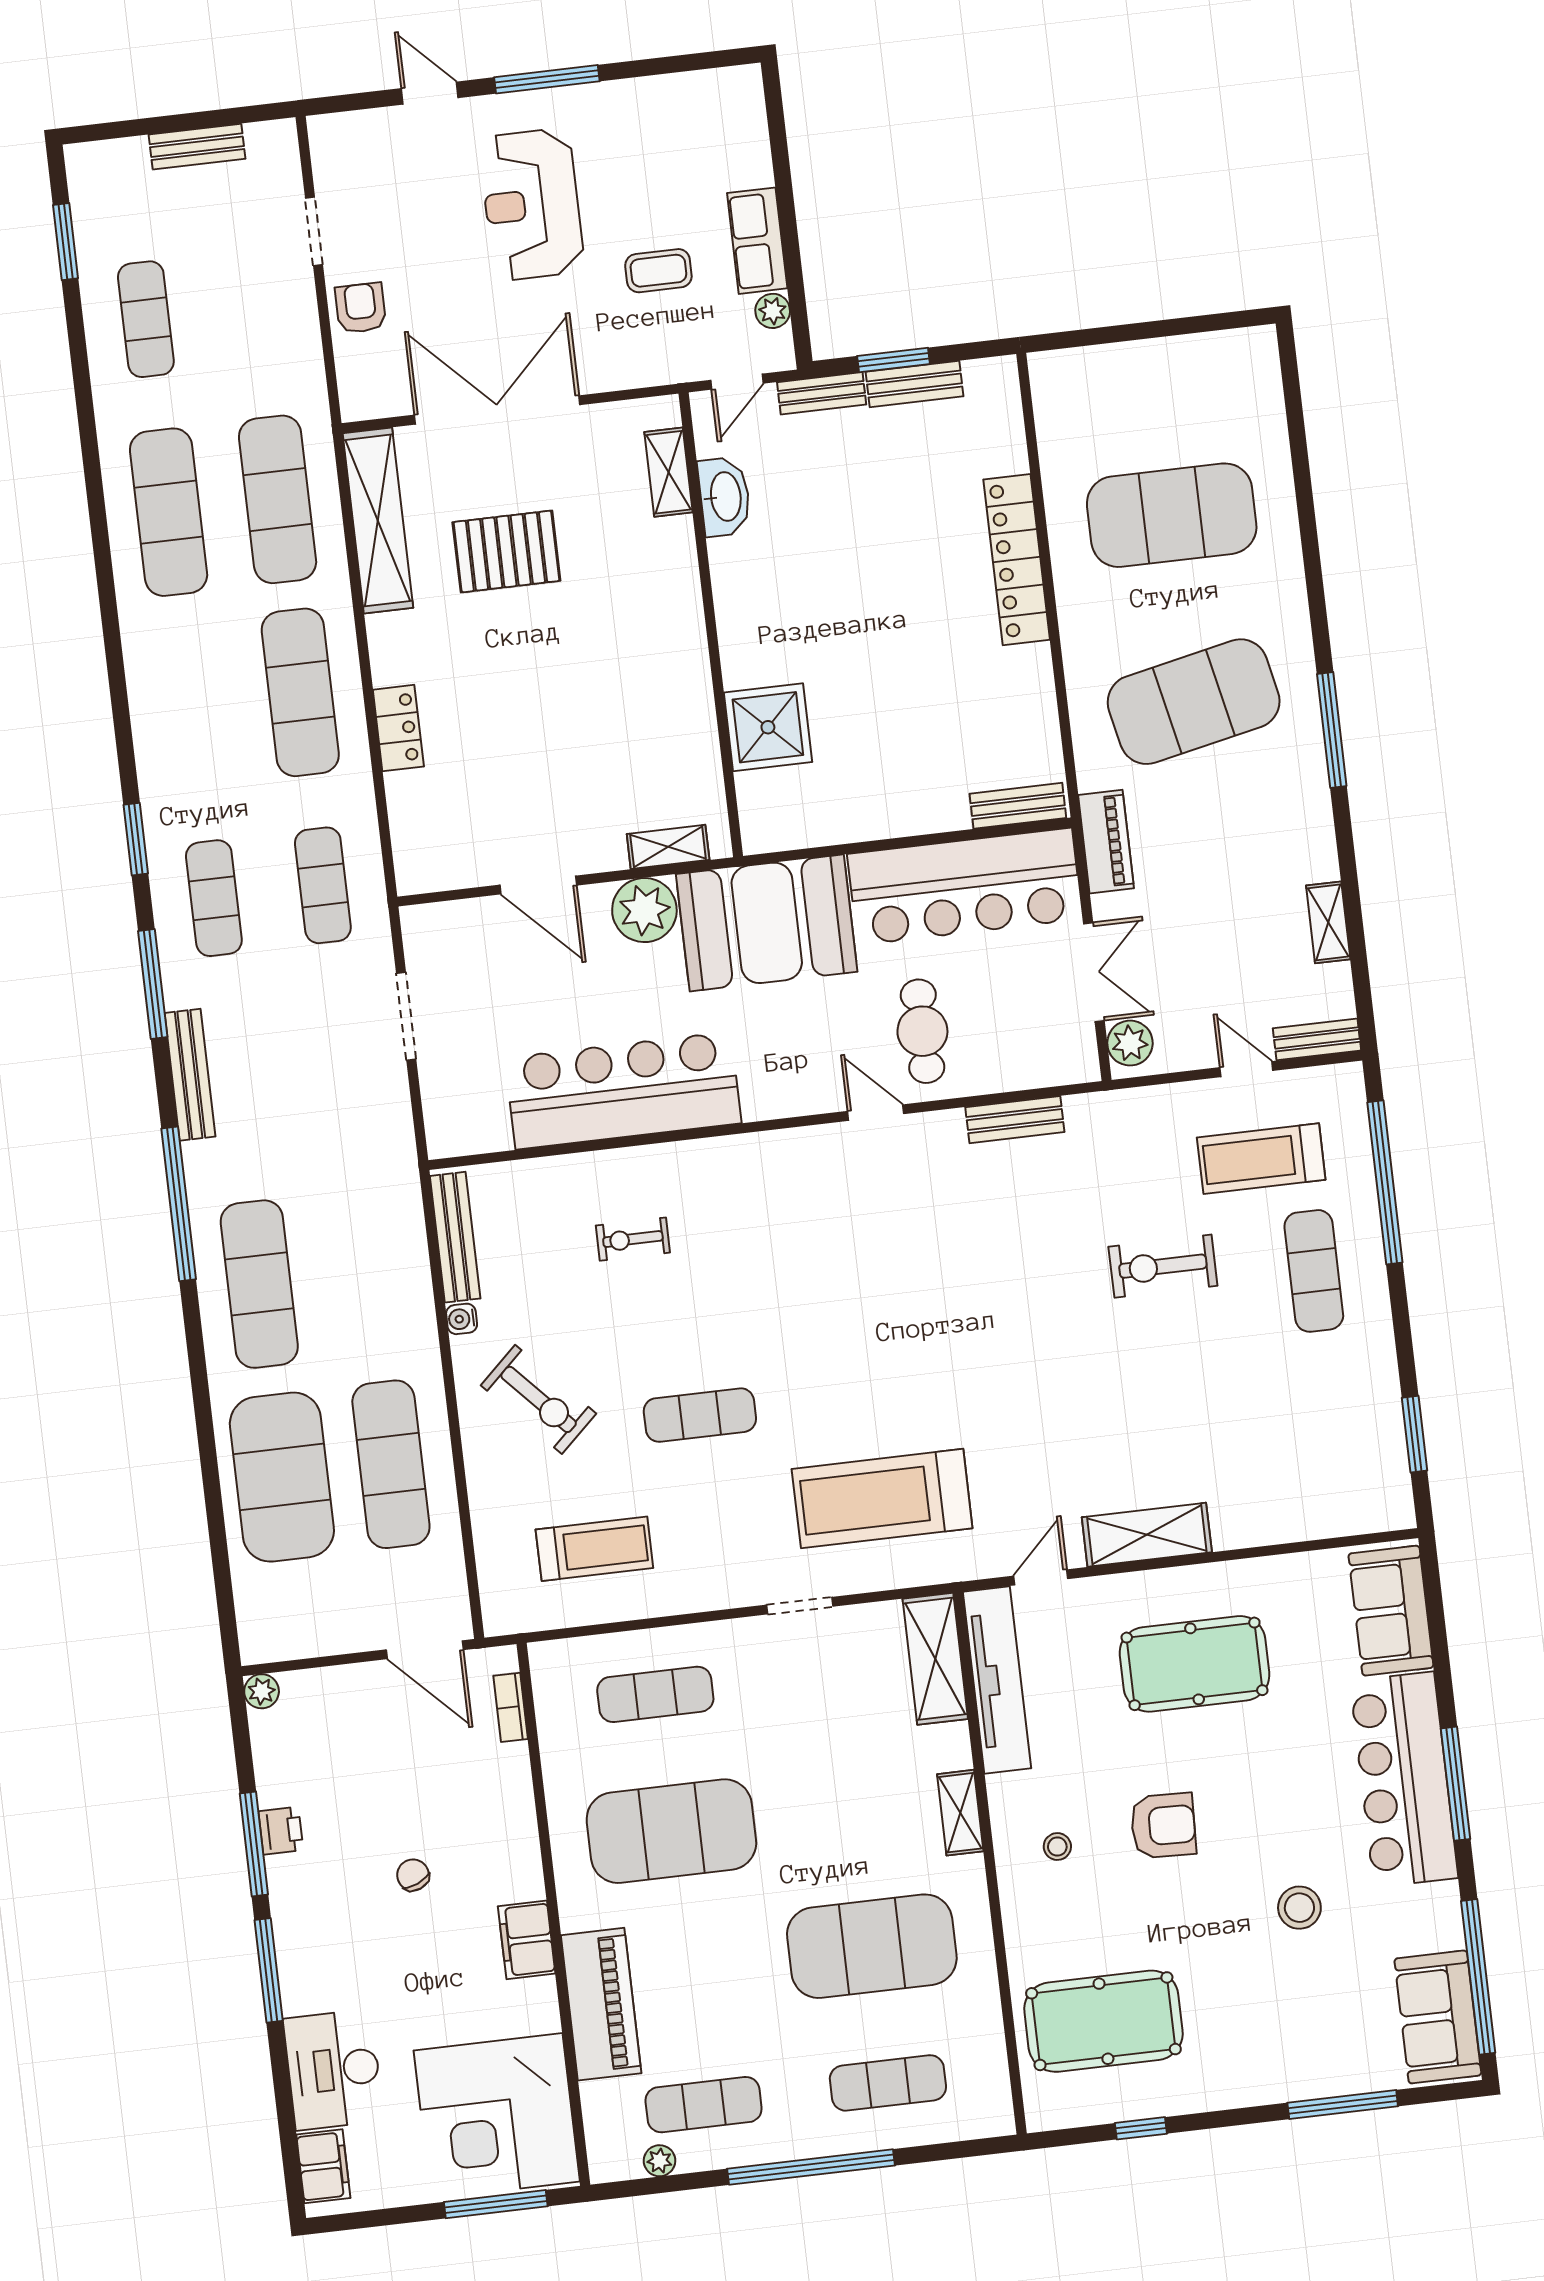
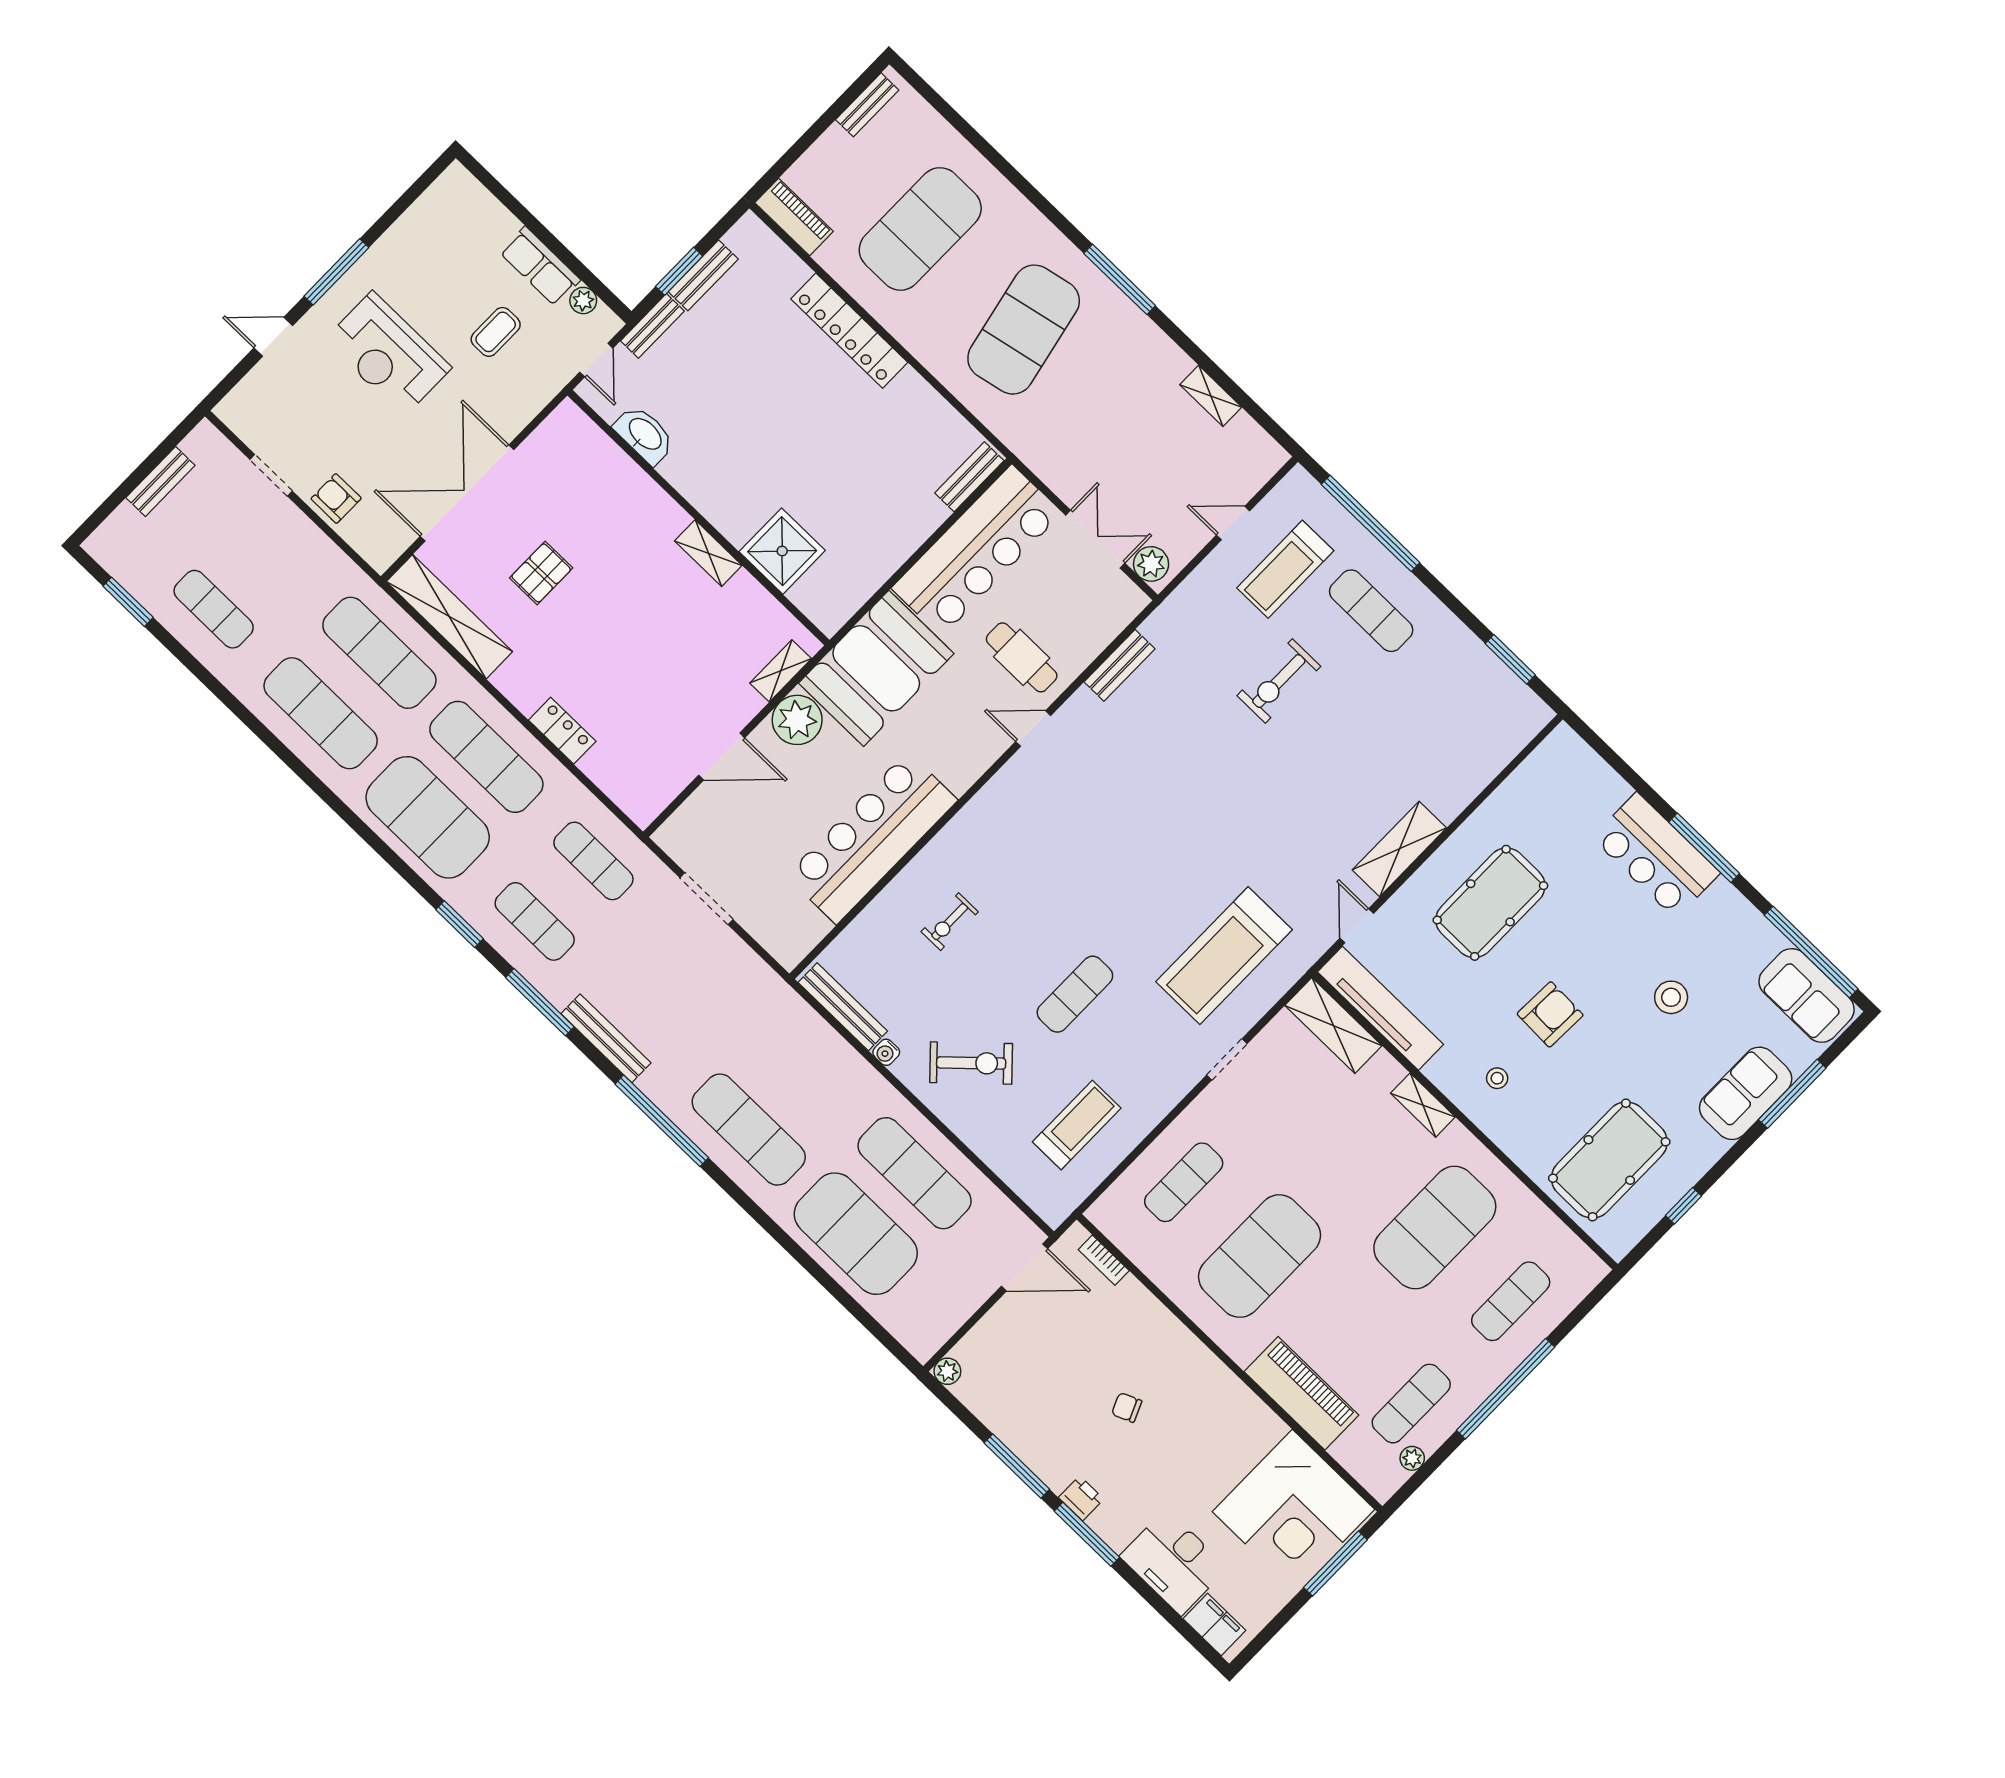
shelving: (668, 472) -> (708, 553), moved
pallet: (506, 551) -> (541, 573), width x0.67, depth x0.71
exercise mat: (191, 705) -> (428, 817), added
piano: (1106, 842) -> (794, 217), moved
bench: (1317, 1039) -> (867, 105), moved
sofa: (1391, 1611) -> (1746, 1093), moved, turned 90
bar counter: (1404, 1780) -> (1656, 855), width x0.73
printer: (281, 1831) -> (1081, 1498), moved
filing cabinet: (527, 1940) -> (1226, 1391), removed

